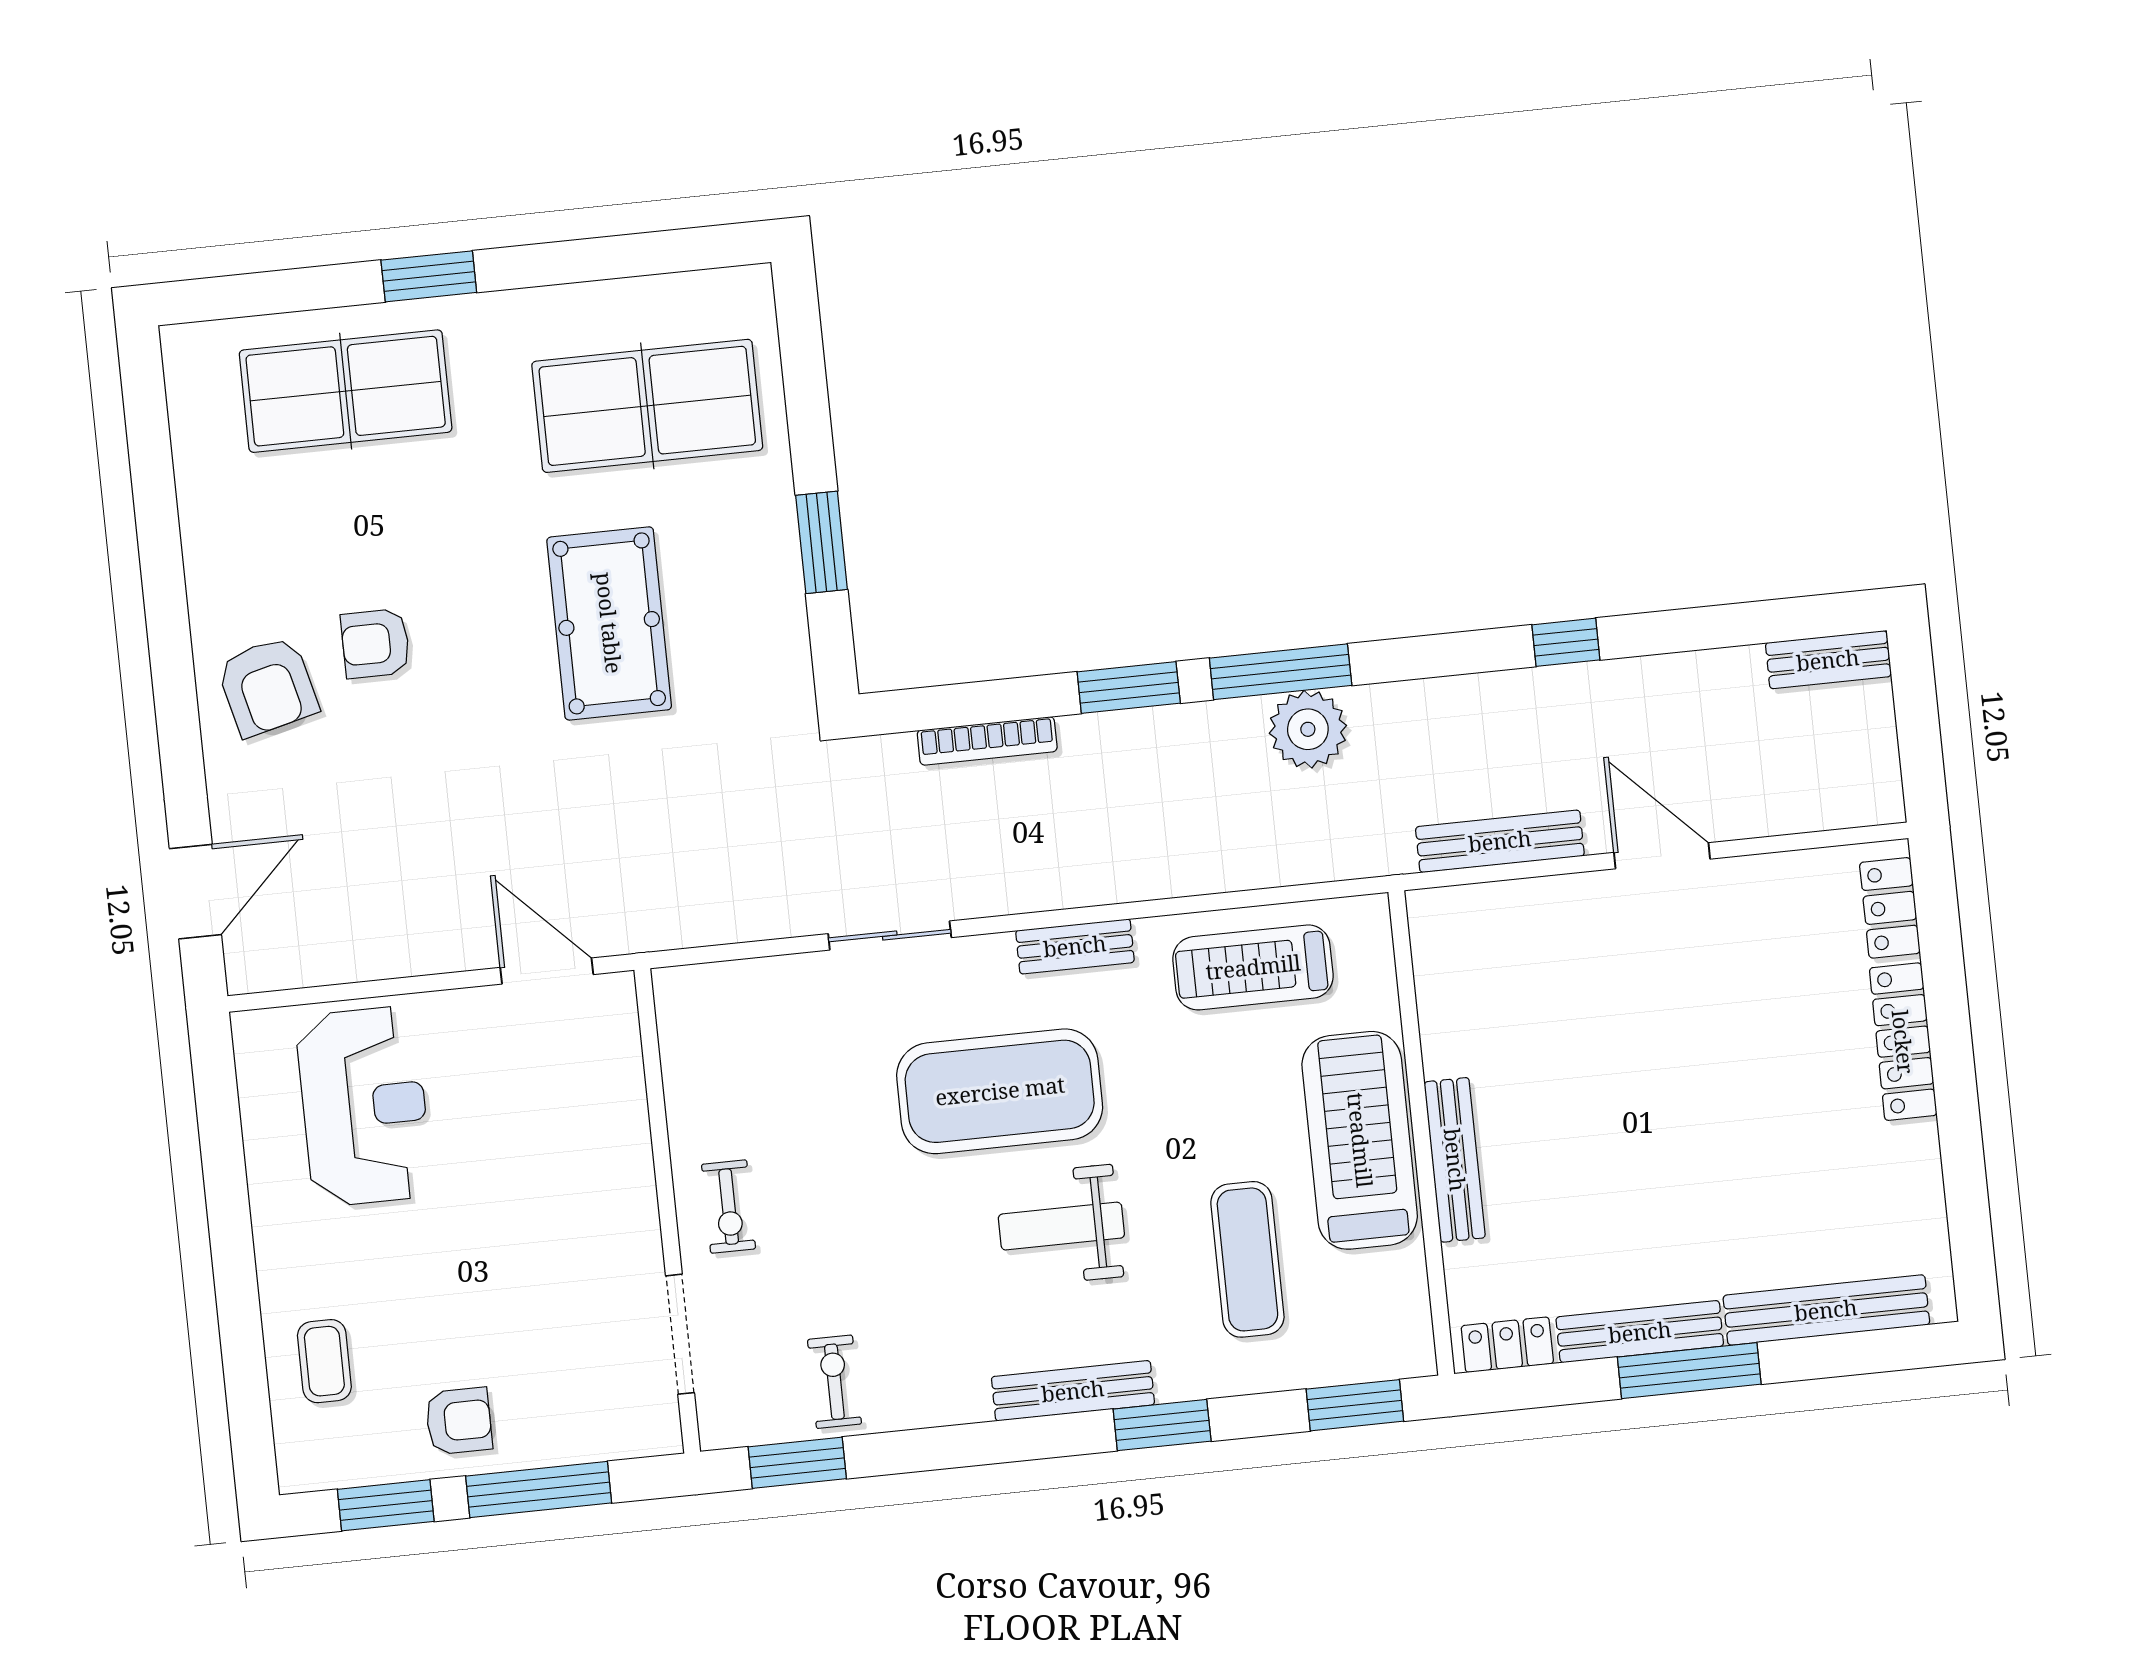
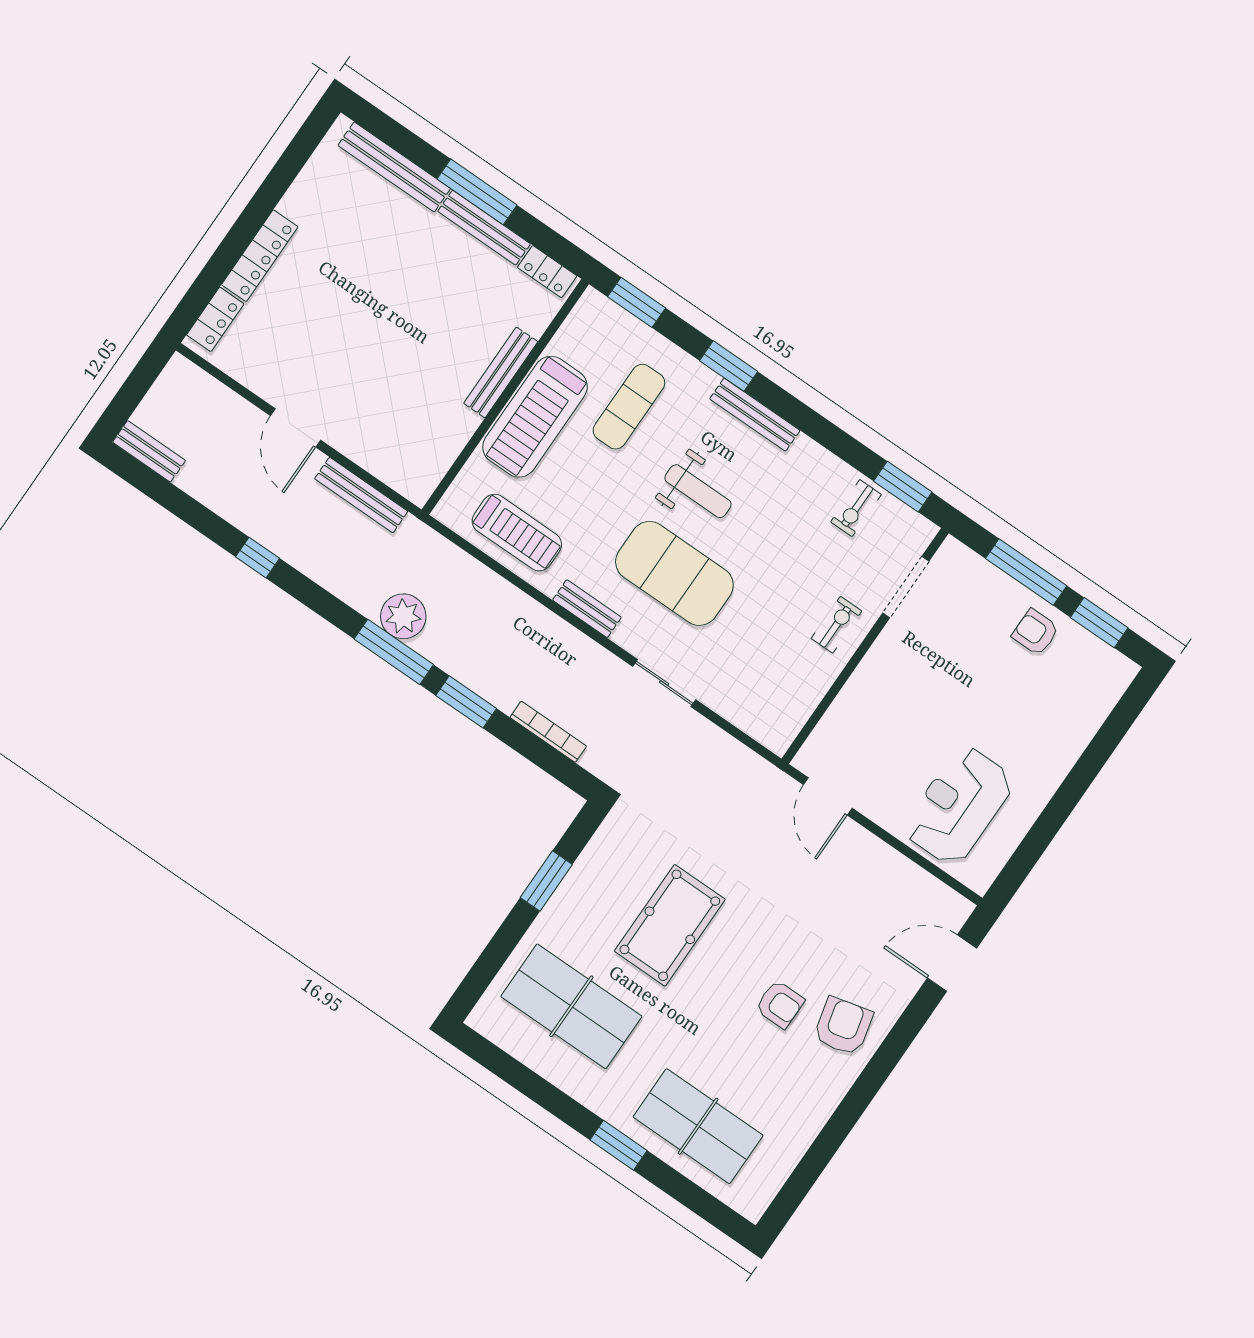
coffee table: (324, 1361) -> (1072, 709), removed

